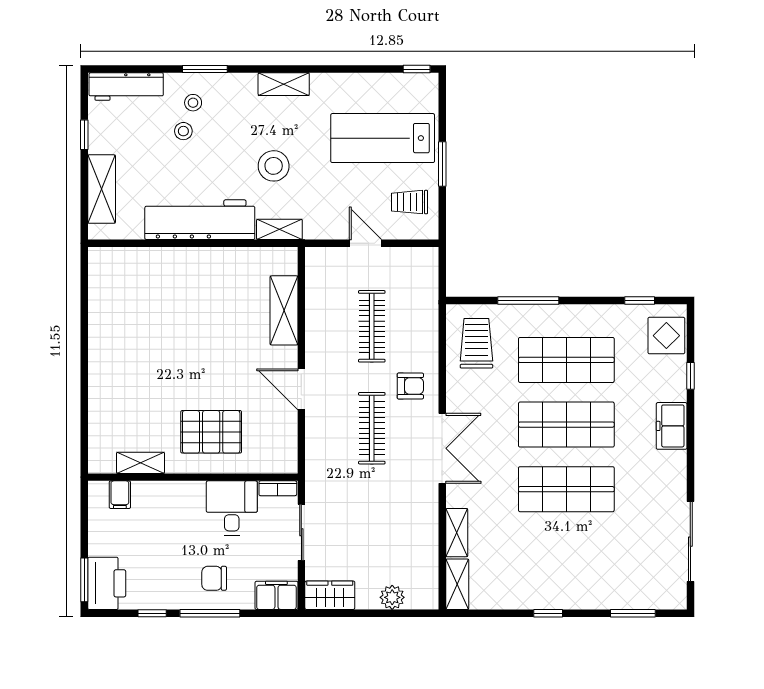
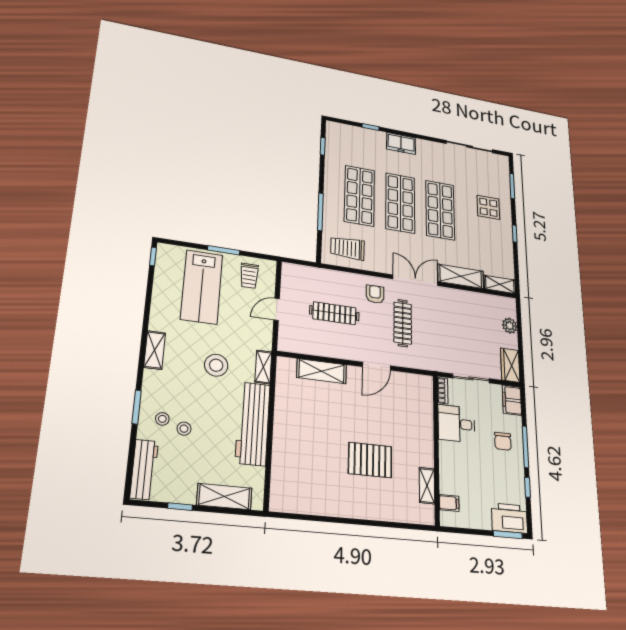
display table: (666, 336) -> (488, 207), moved
clothes rail: (372, 428) -> (403, 323), turned 90
pallet: (211, 432) -> (370, 460), moved, turned 90
shelving: (457, 533) -> (461, 276), width x1.50, depth x1.33

